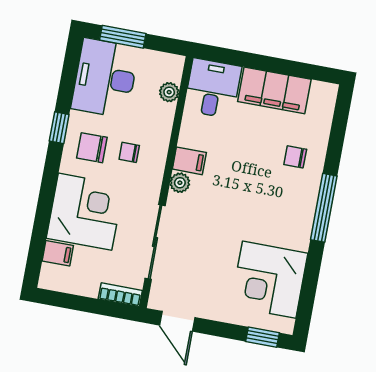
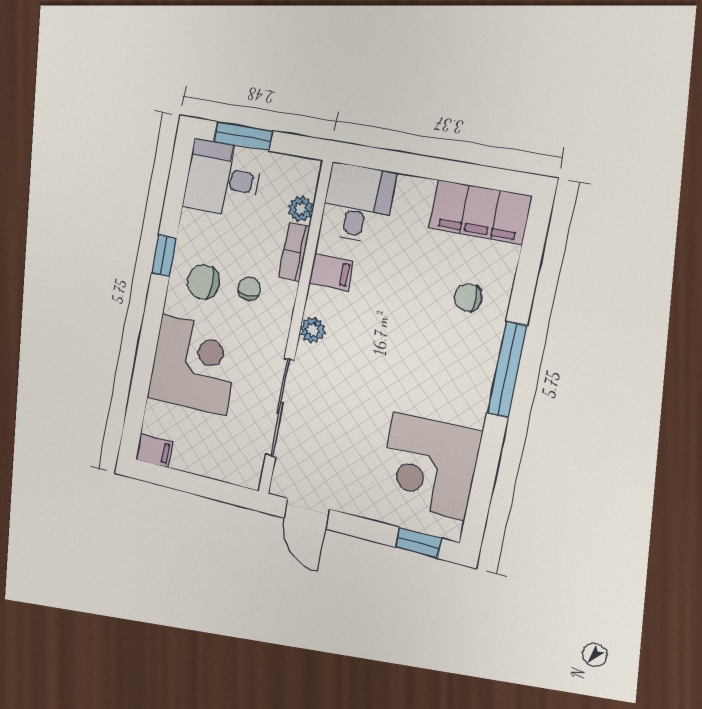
desk: (105, 78) -> (223, 178), width x0.73
filing cabinet: (274, 90) -> (480, 212), moved
chair: (129, 152) -> (249, 289), turned 90
filing cabinet: (189, 161) -> (331, 272), moved
filing cabinet: (58, 253) -> (154, 450), moved
bookcase: (120, 295) -> (294, 252), moved, turned -90

